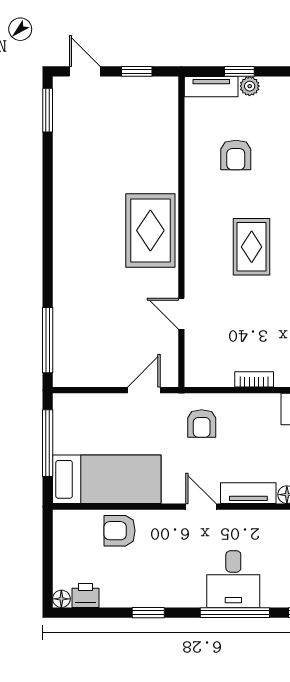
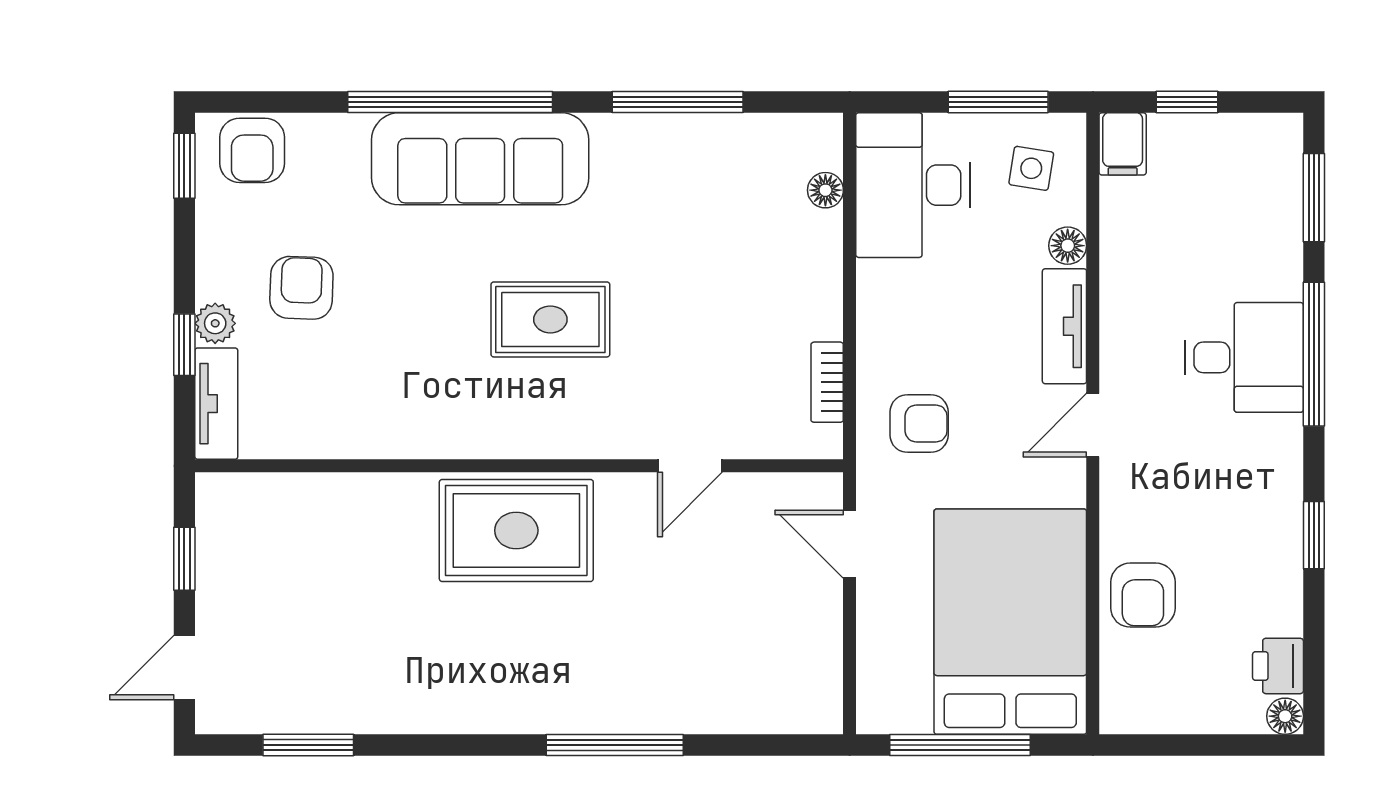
window: (48, 110) -> (308, 745), moved
armchair: (236, 155) -> (301, 288), moved, turned -88
window: (48, 340) -> (615, 745), moved
bookcase: (254, 379) -> (827, 382), moved
bed: (107, 479) -> (1010, 622), width x1.50

